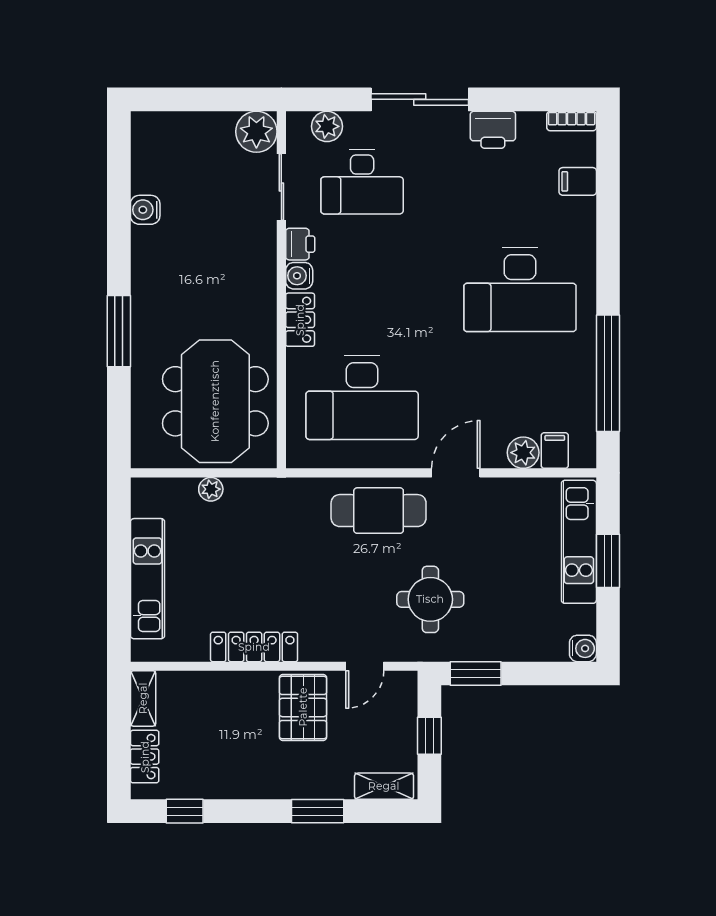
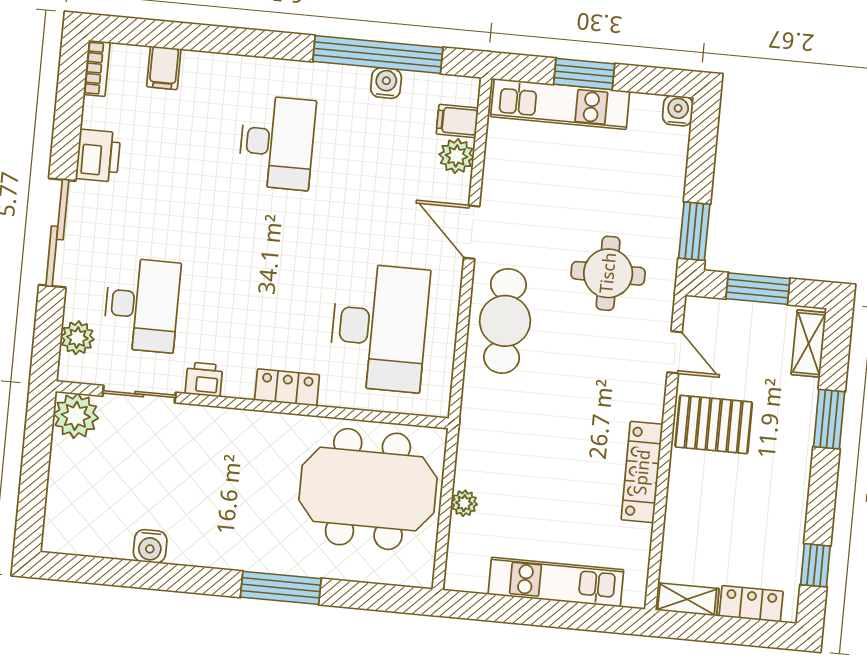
water cooler: (299, 276) -> (386, 83), moved, turned 180
desk: (520, 290) -> (277, 143), width x0.73, depth x0.77
window: (429, 736) -> (758, 289), width x1.50

